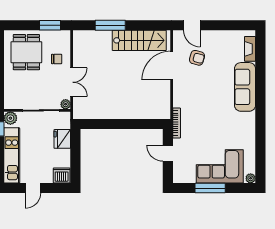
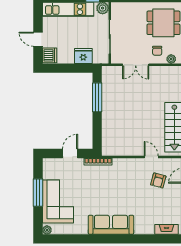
door: (172, 66) -> (151, 157), width x0.53
sofa: (245, 87) -> (111, 225), moved
plant: (66, 104) -> (171, 59), moved
window: (107, 124) -> (97, 97), added
door: (33, 188) -> (38, 39), moved

